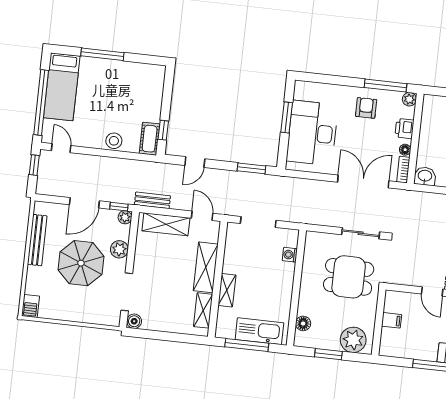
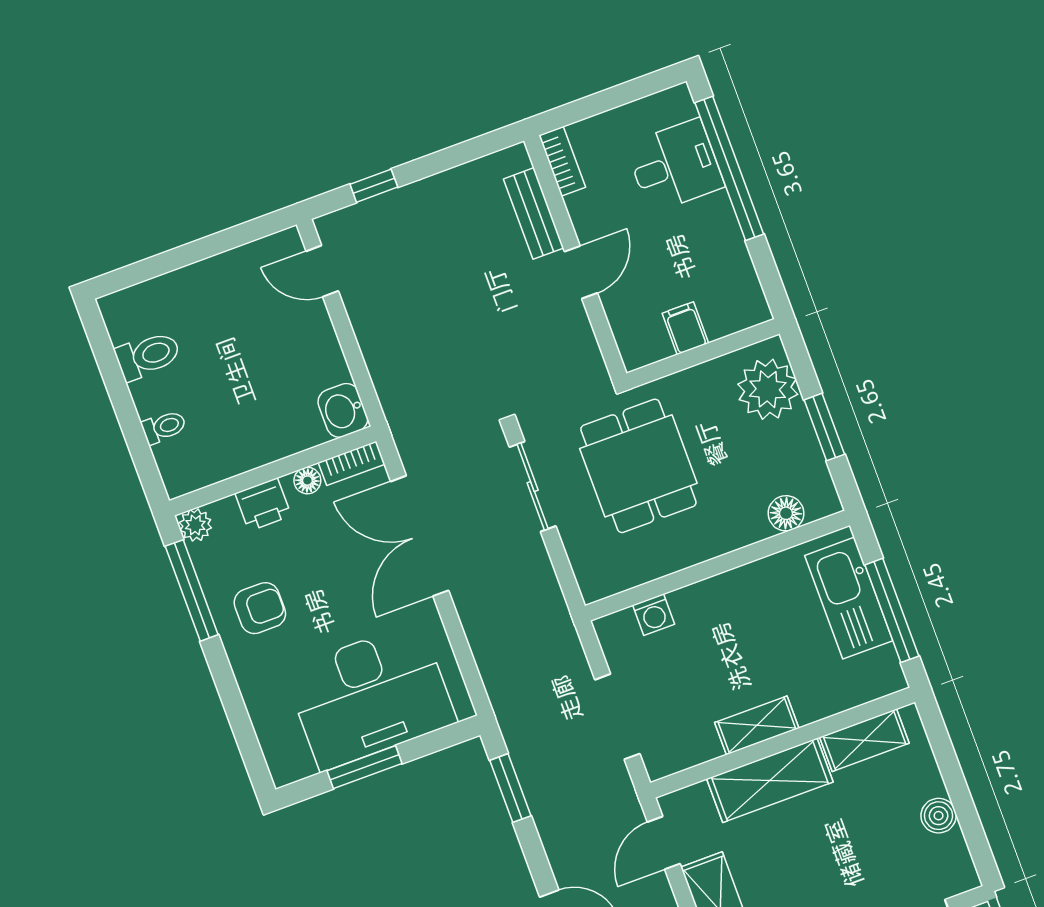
armchair: (366, 108) -> (260, 608), turned 180
shelving: (227, 290) -> (757, 725), moved
boiler: (134, 321) -> (939, 816), moved

